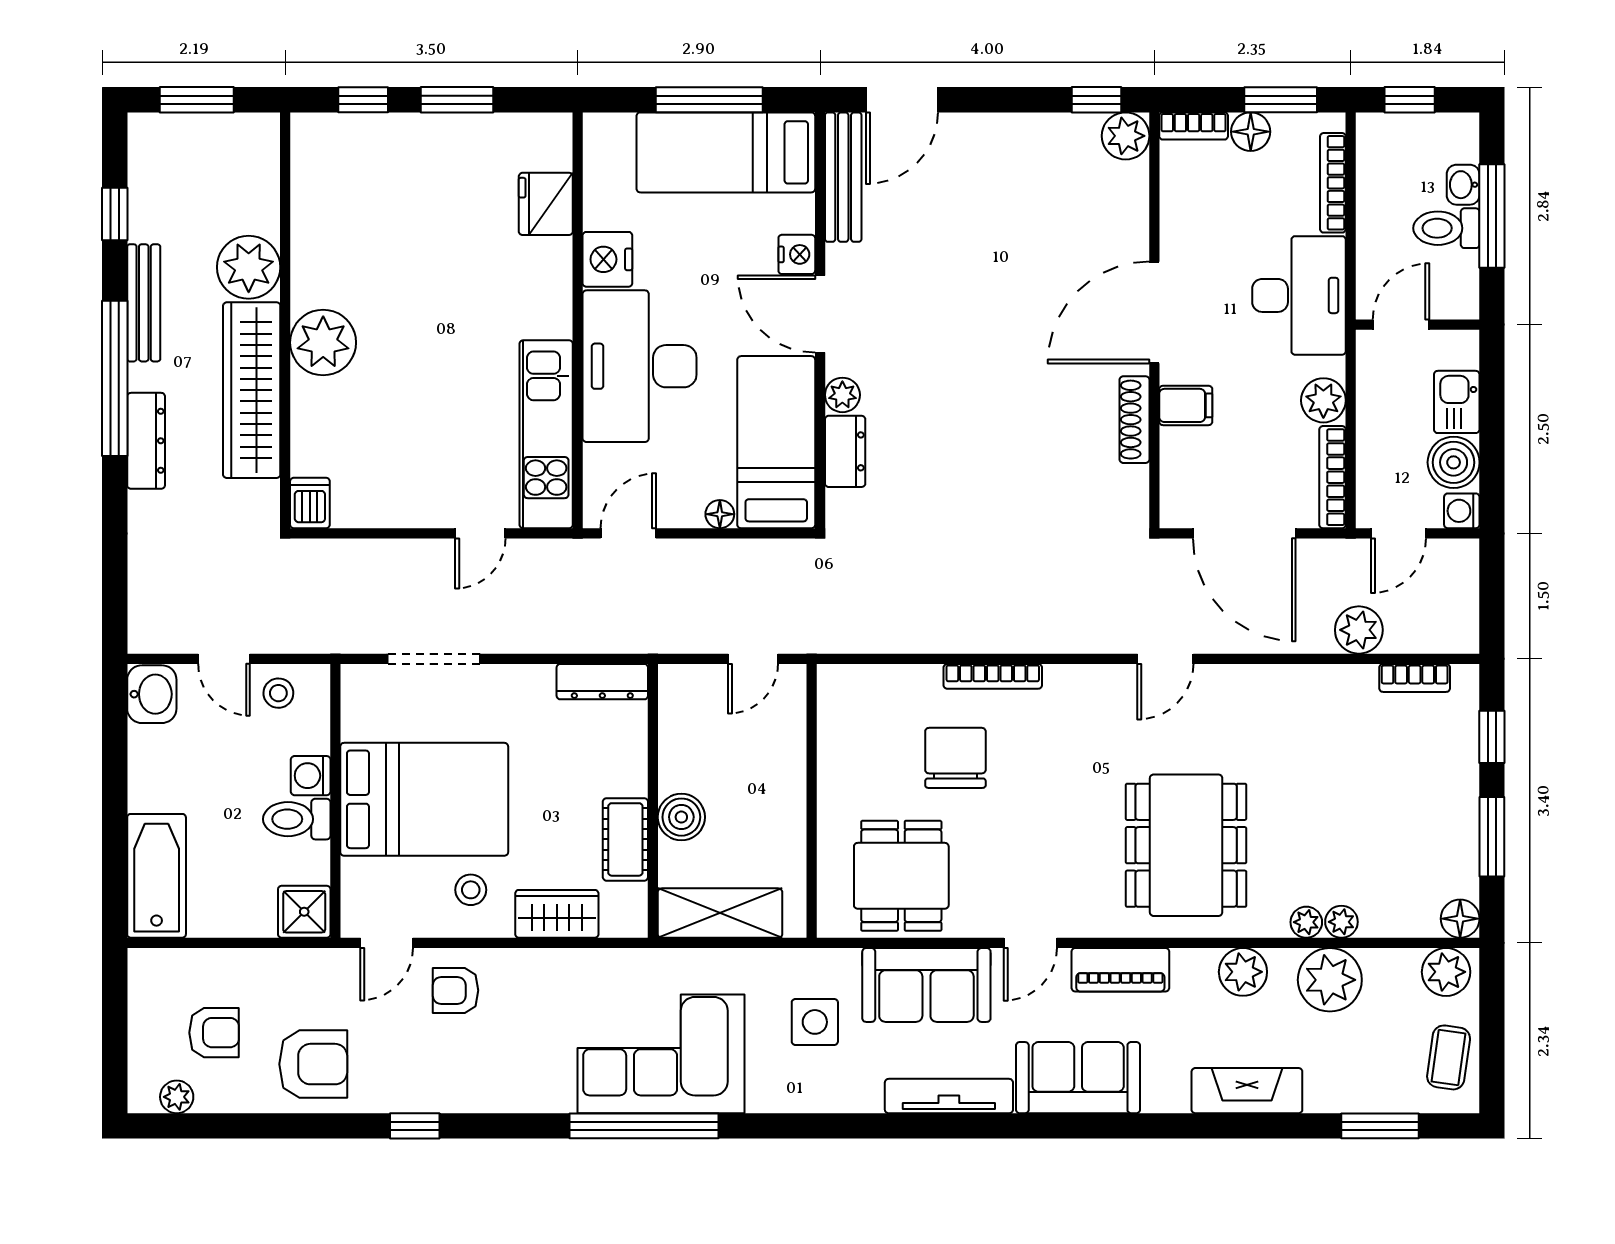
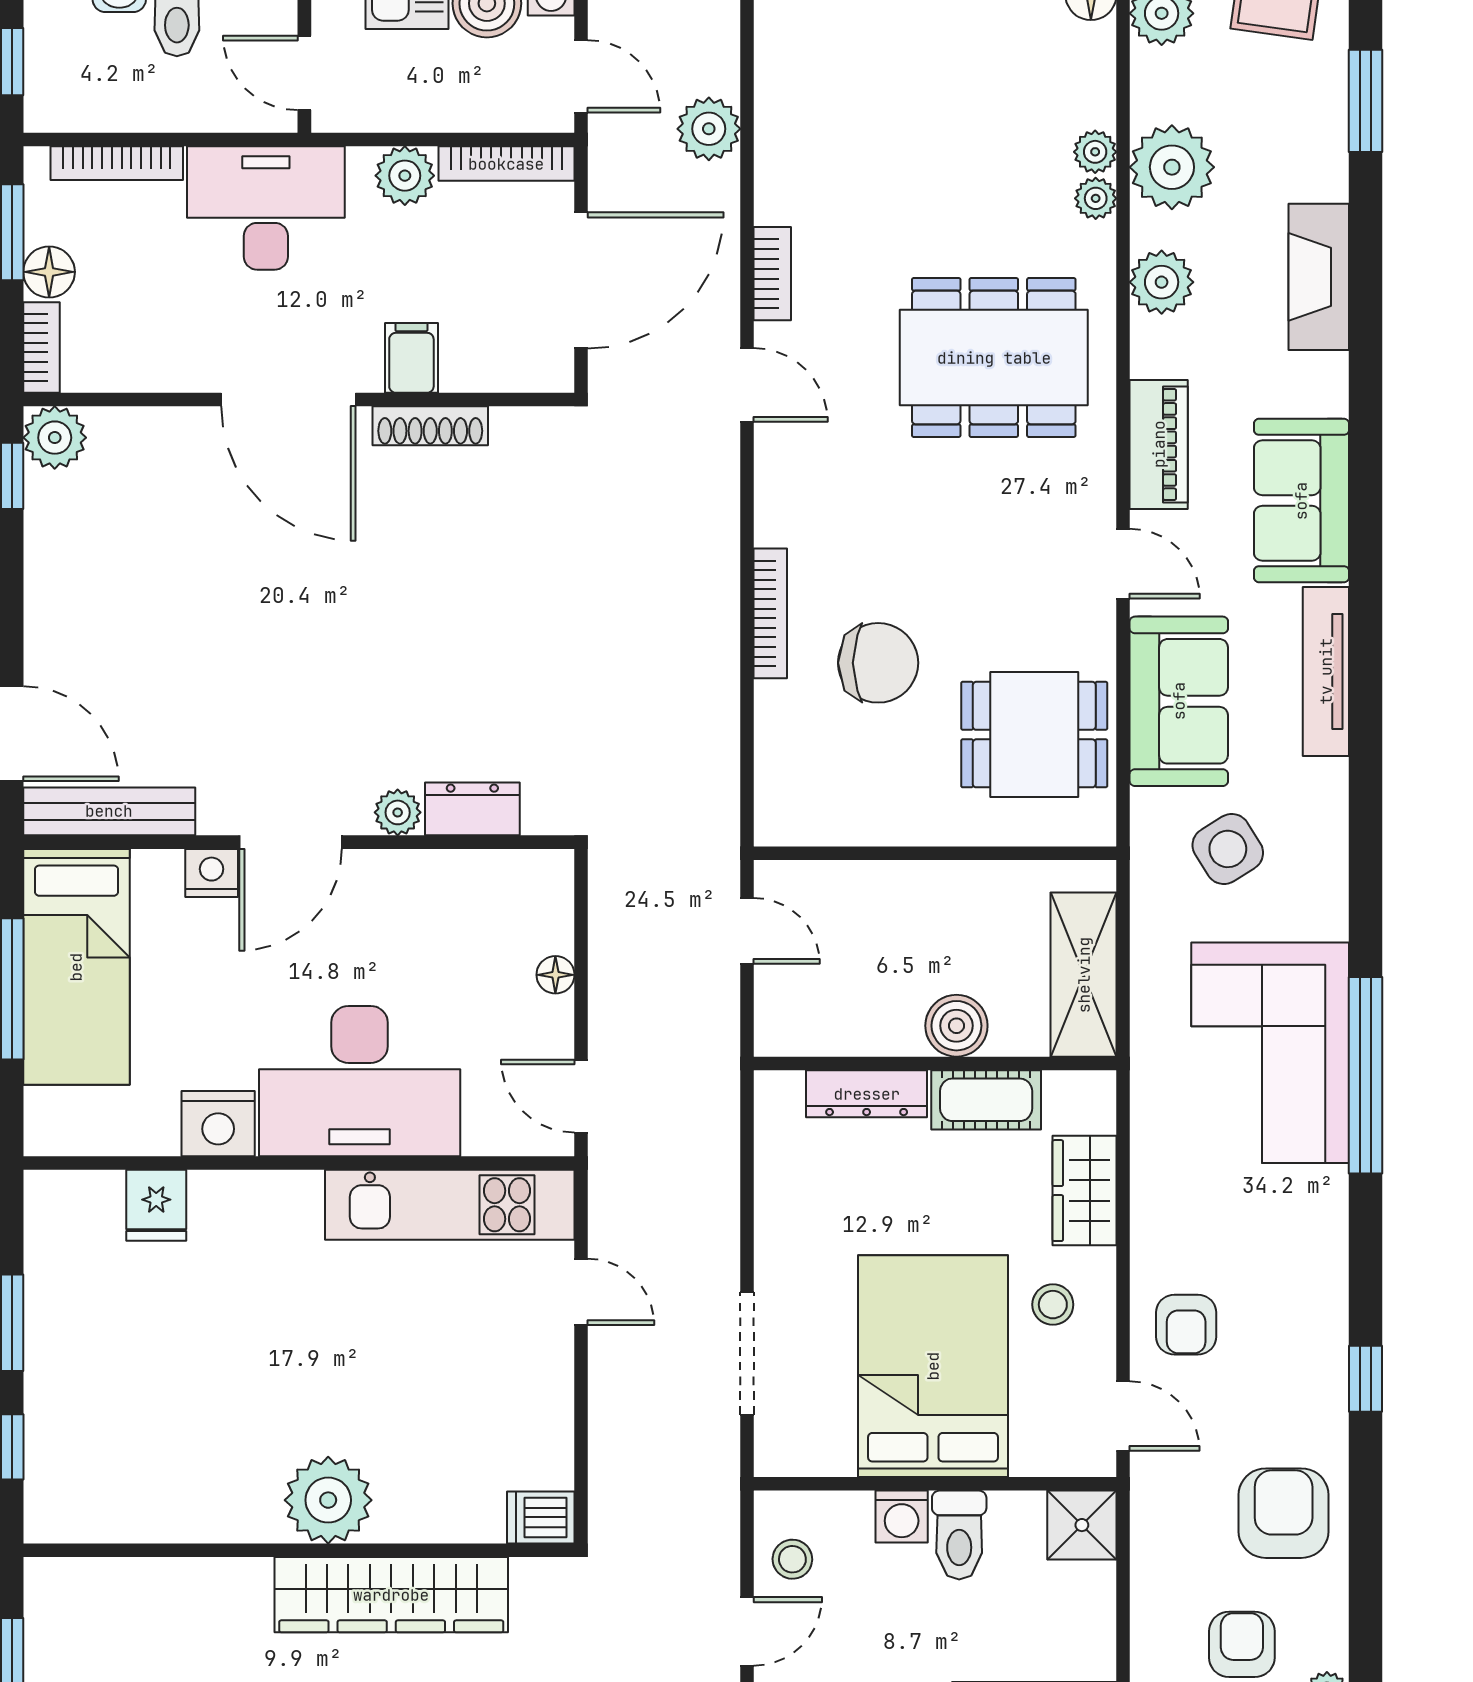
fridge: (546, 204) -> (156, 1205), width x0.72
plant: (249, 267) -> (228, 1599), removed
bed: (776, 442) -> (460, 900), removed
bookcase: (1415, 678) -> (772, 274), moved
dresser: (602, 682) -> (867, 1094), moved, turned 90
chair: (955, 758) -> (878, 663), turned 180
side table: (815, 1022) -> (1228, 849), turned -32

